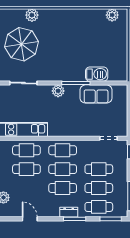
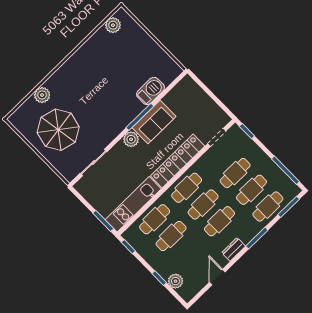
sofa: (96, 94) -> (154, 122), moved
locker: (73, 130) -> (178, 161), added
dresser: (69, 212) -> (234, 249), moved
door: (30, 219) -> (217, 277), hinge flipped

